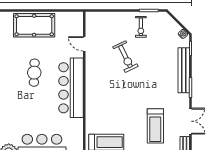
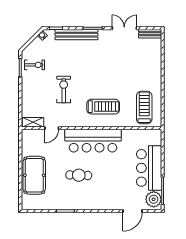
shelving: (91, 24) -> (33, 122), added
exercise bike: (141, 27) -> (35, 65), moved
exercise bike: (125, 57) -> (64, 89), turned -64
treadmill: (155, 126) -> (103, 107), moved

